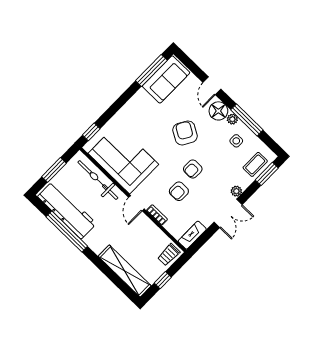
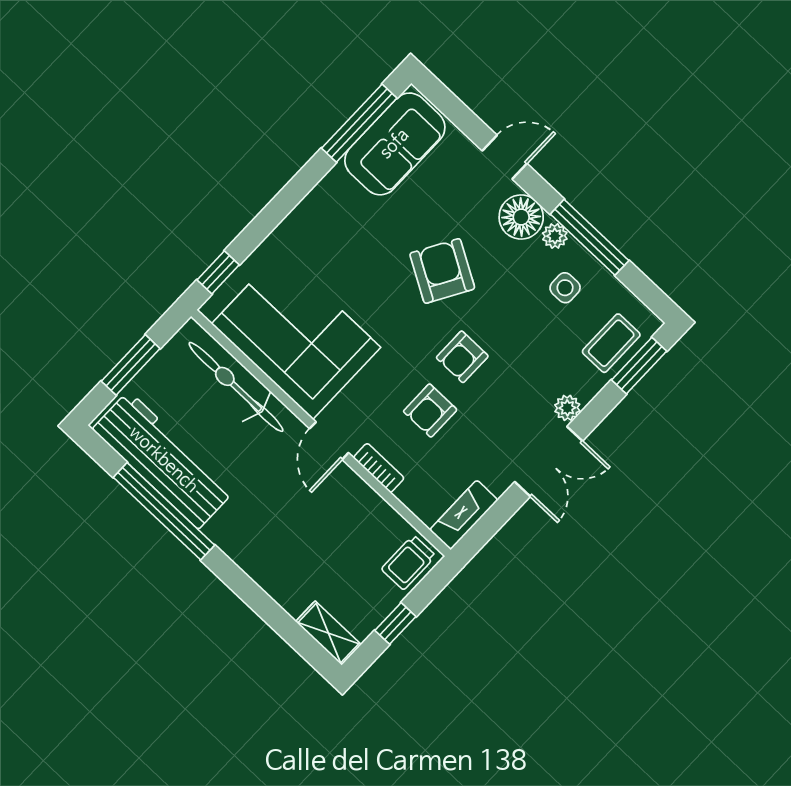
door: (212, 86) -> (505, 157), swing flipped
shelving: (125, 271) -> (328, 633), width x0.45, depth x0.75

